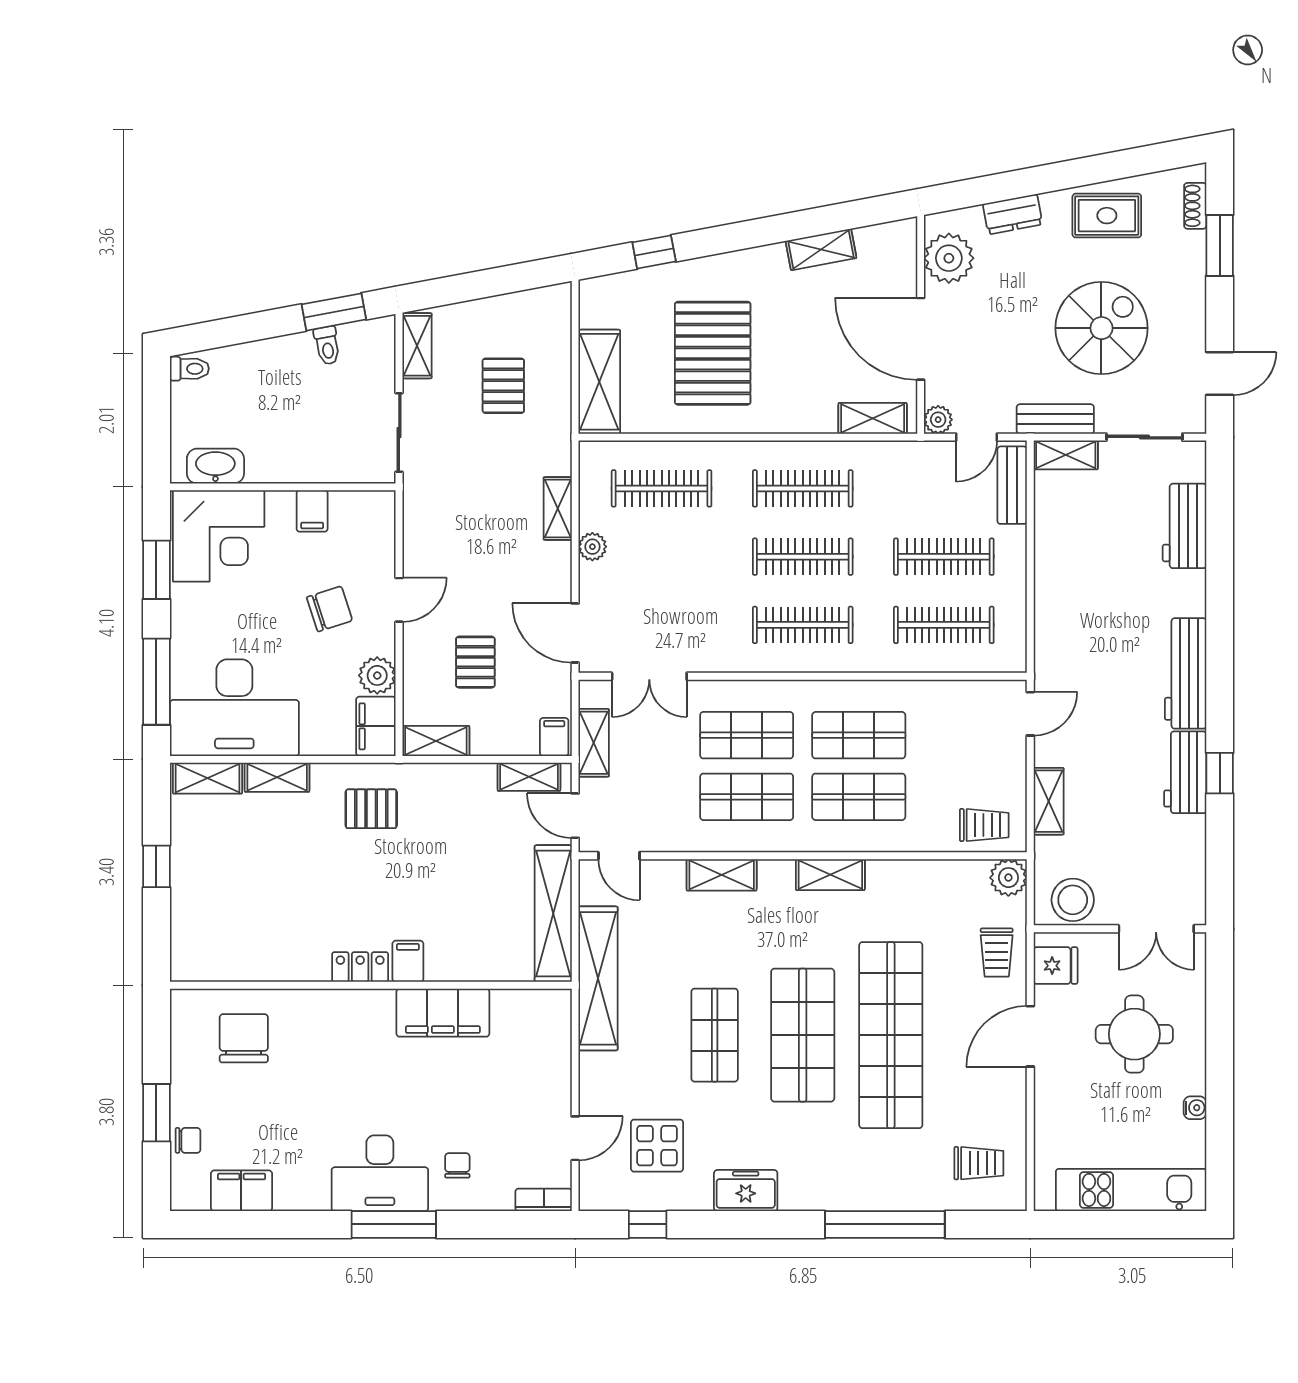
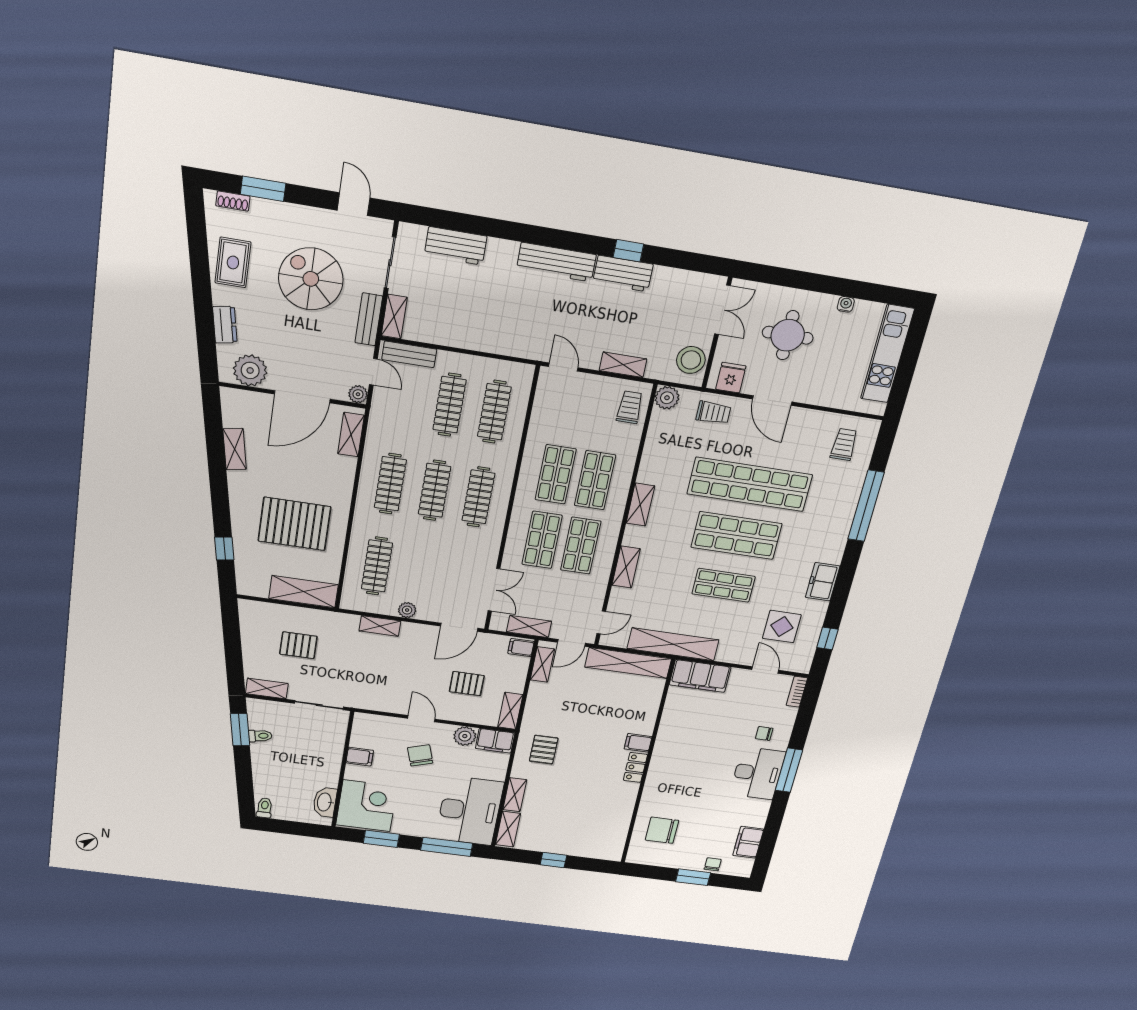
filing cabinet: (443, 1013) -> (700, 676), moved, turned 90

